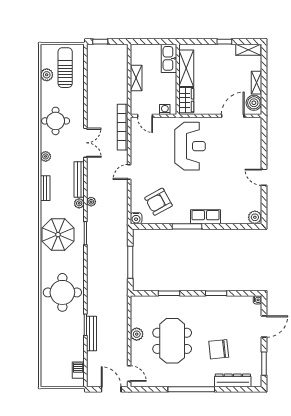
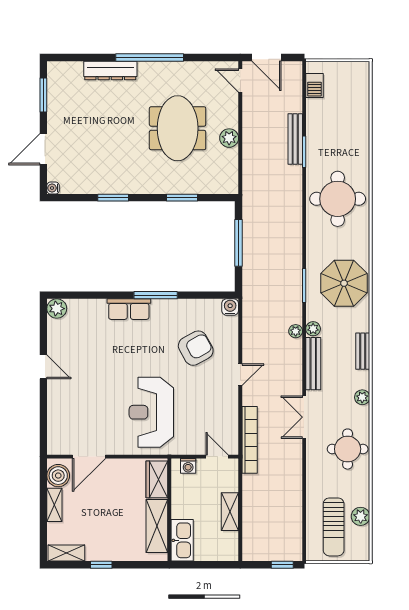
armchair: (158, 202) -> (196, 348), moved
chair: (219, 349) -> (110, 116), removed
dresser: (233, 380) -> (110, 70), moved

